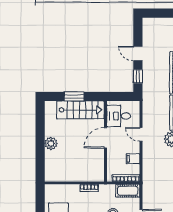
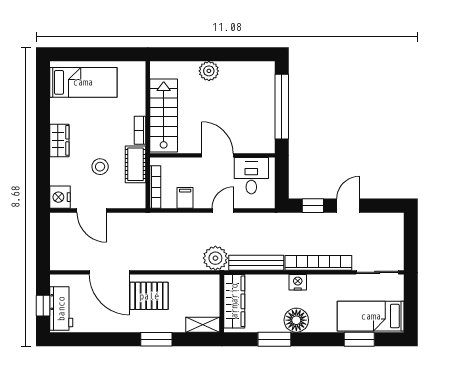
window: (74, 96) -> (282, 107), width x2.11
stairs: (80, 110) -> (164, 115), moved, turned 180
cot: (128, 191) -> (136, 164), moved

